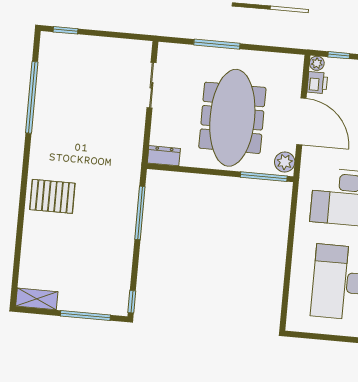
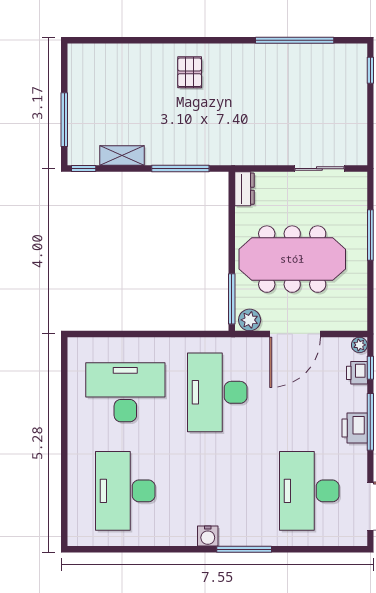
printer: (317, 83) -> (357, 373), moved, turned 90
pallet: (52, 196) -> (190, 72), width x0.67, depth x0.71
shelving: (37, 299) -> (122, 155), moved, turned 90

